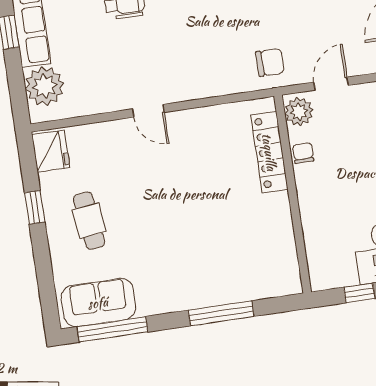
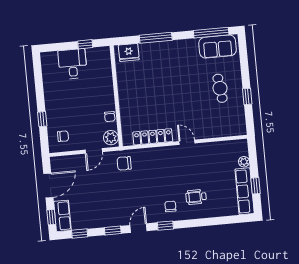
plant: (45, 86) -> (244, 162), width x0.53, depth x0.53
fridge: (51, 151) -> (129, 52), moved, turned -90
locker: (269, 152) -> (153, 137), moved, turned -90

